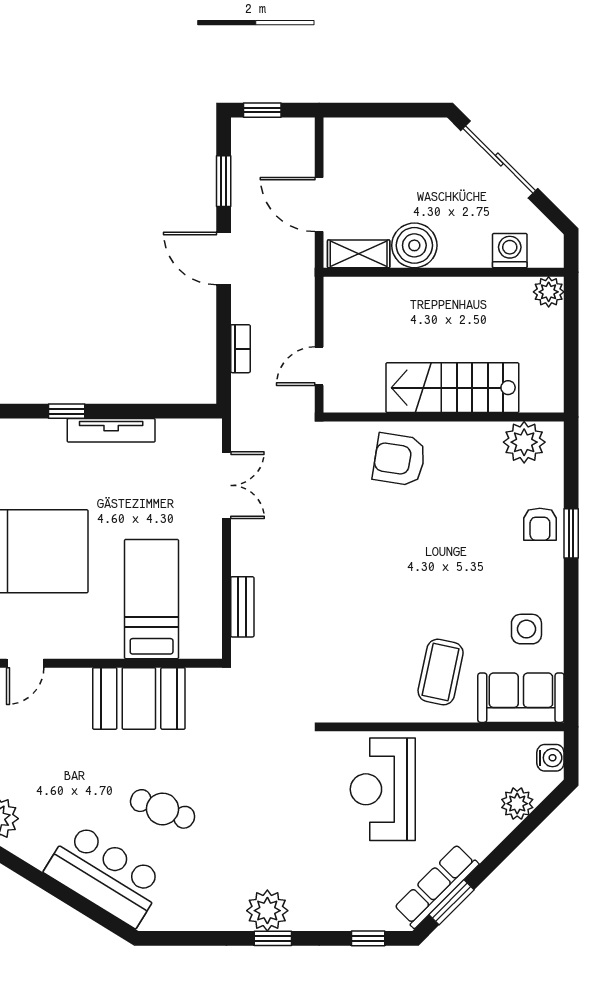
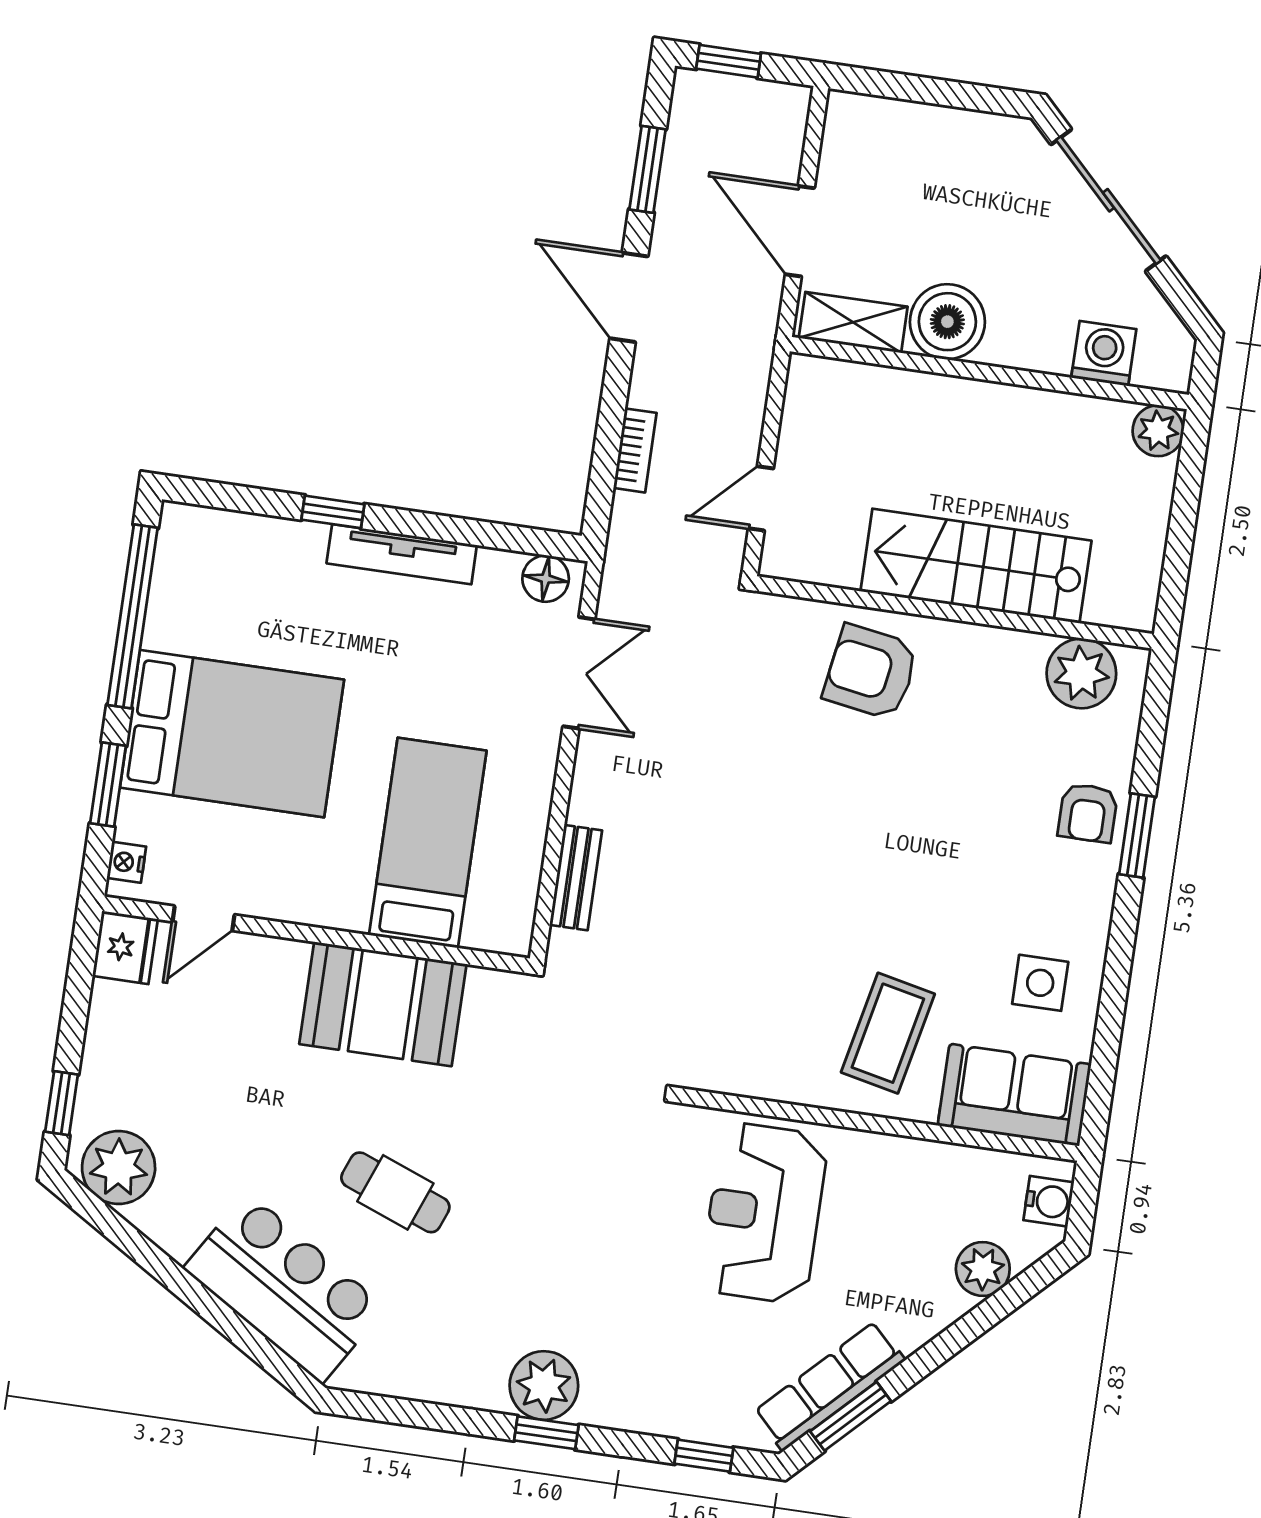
floor lamp: (199, 432) -> (546, 579), added

